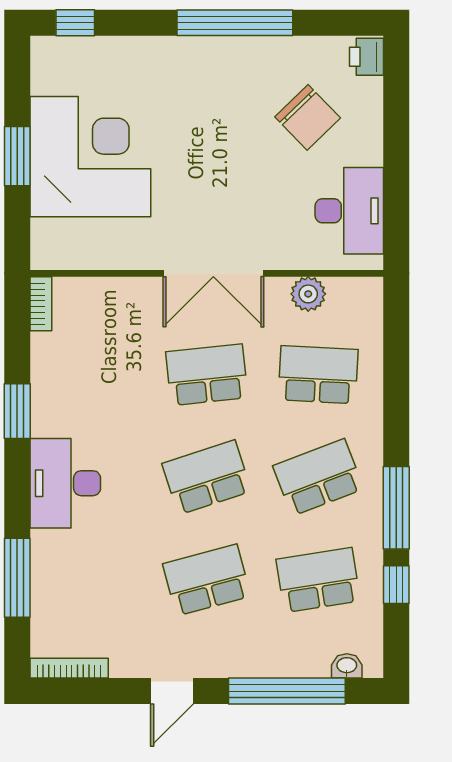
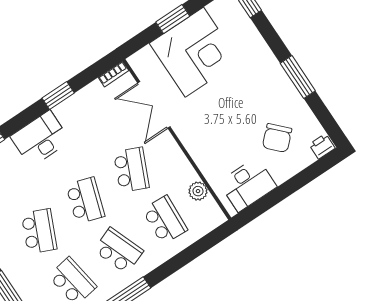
window: (235, 23) -> (298, 77), width x0.68
double door: (213, 273) -> (154, 105), moved
school desk: (207, 375) -> (131, 170), turned 30
school desk: (207, 477) -> (85, 200), turned 36
school desk: (207, 580) -> (39, 231), turned 39

